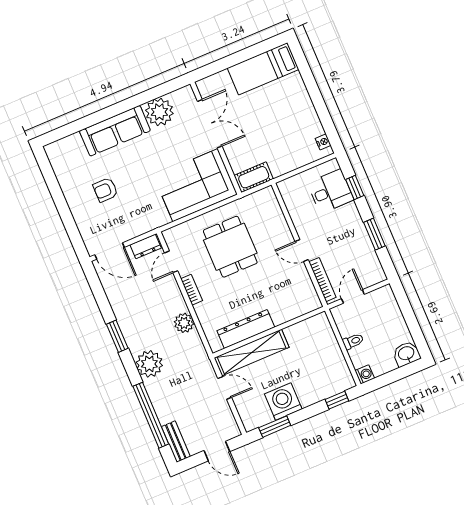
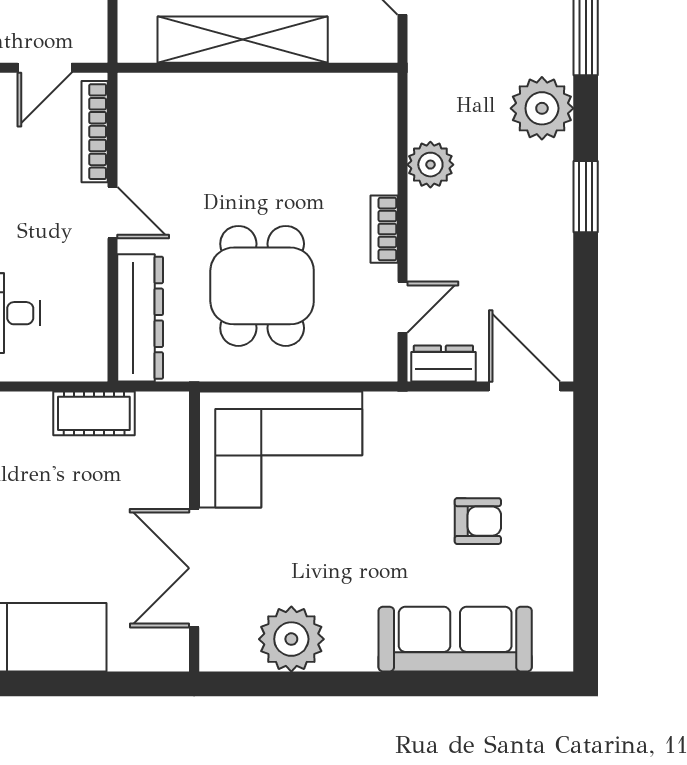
sofa: (115, 131) -> (455, 639), moved
cot: (254, 177) -> (94, 413), moved
dresser: (246, 329) -> (140, 318), moved, turned -90
shelving: (252, 353) -> (243, 40), moved

